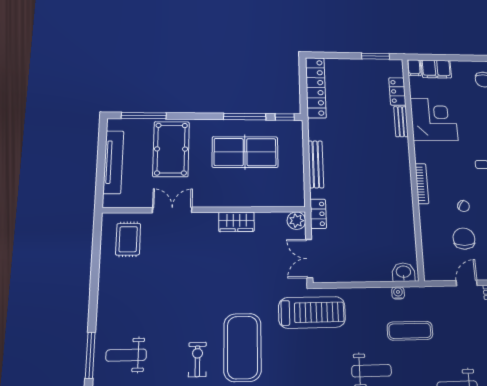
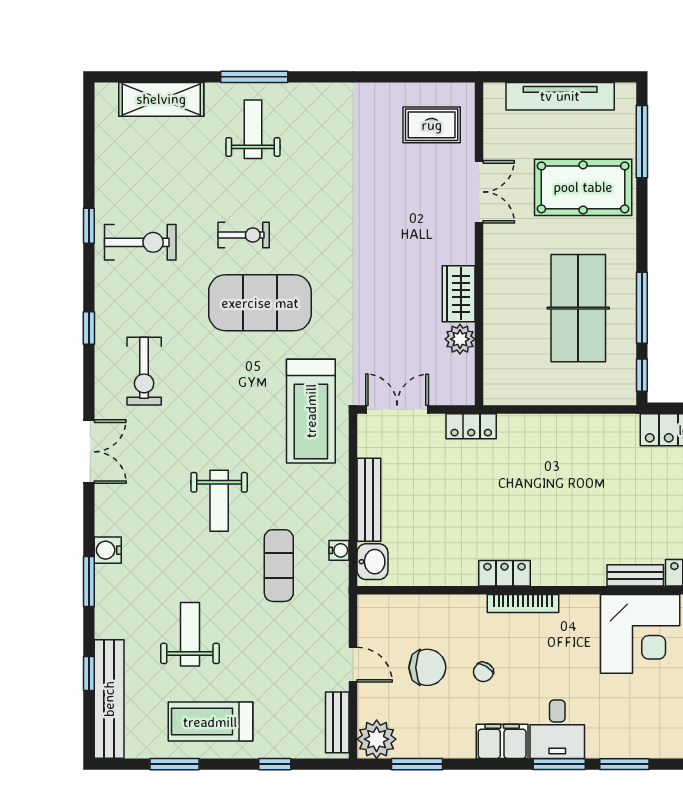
bench: (316, 164) -> (369, 500), moved, turned 90
locker: (405, 194) -> (505, 573), added
plant: (296, 221) -> (460, 339), moved

